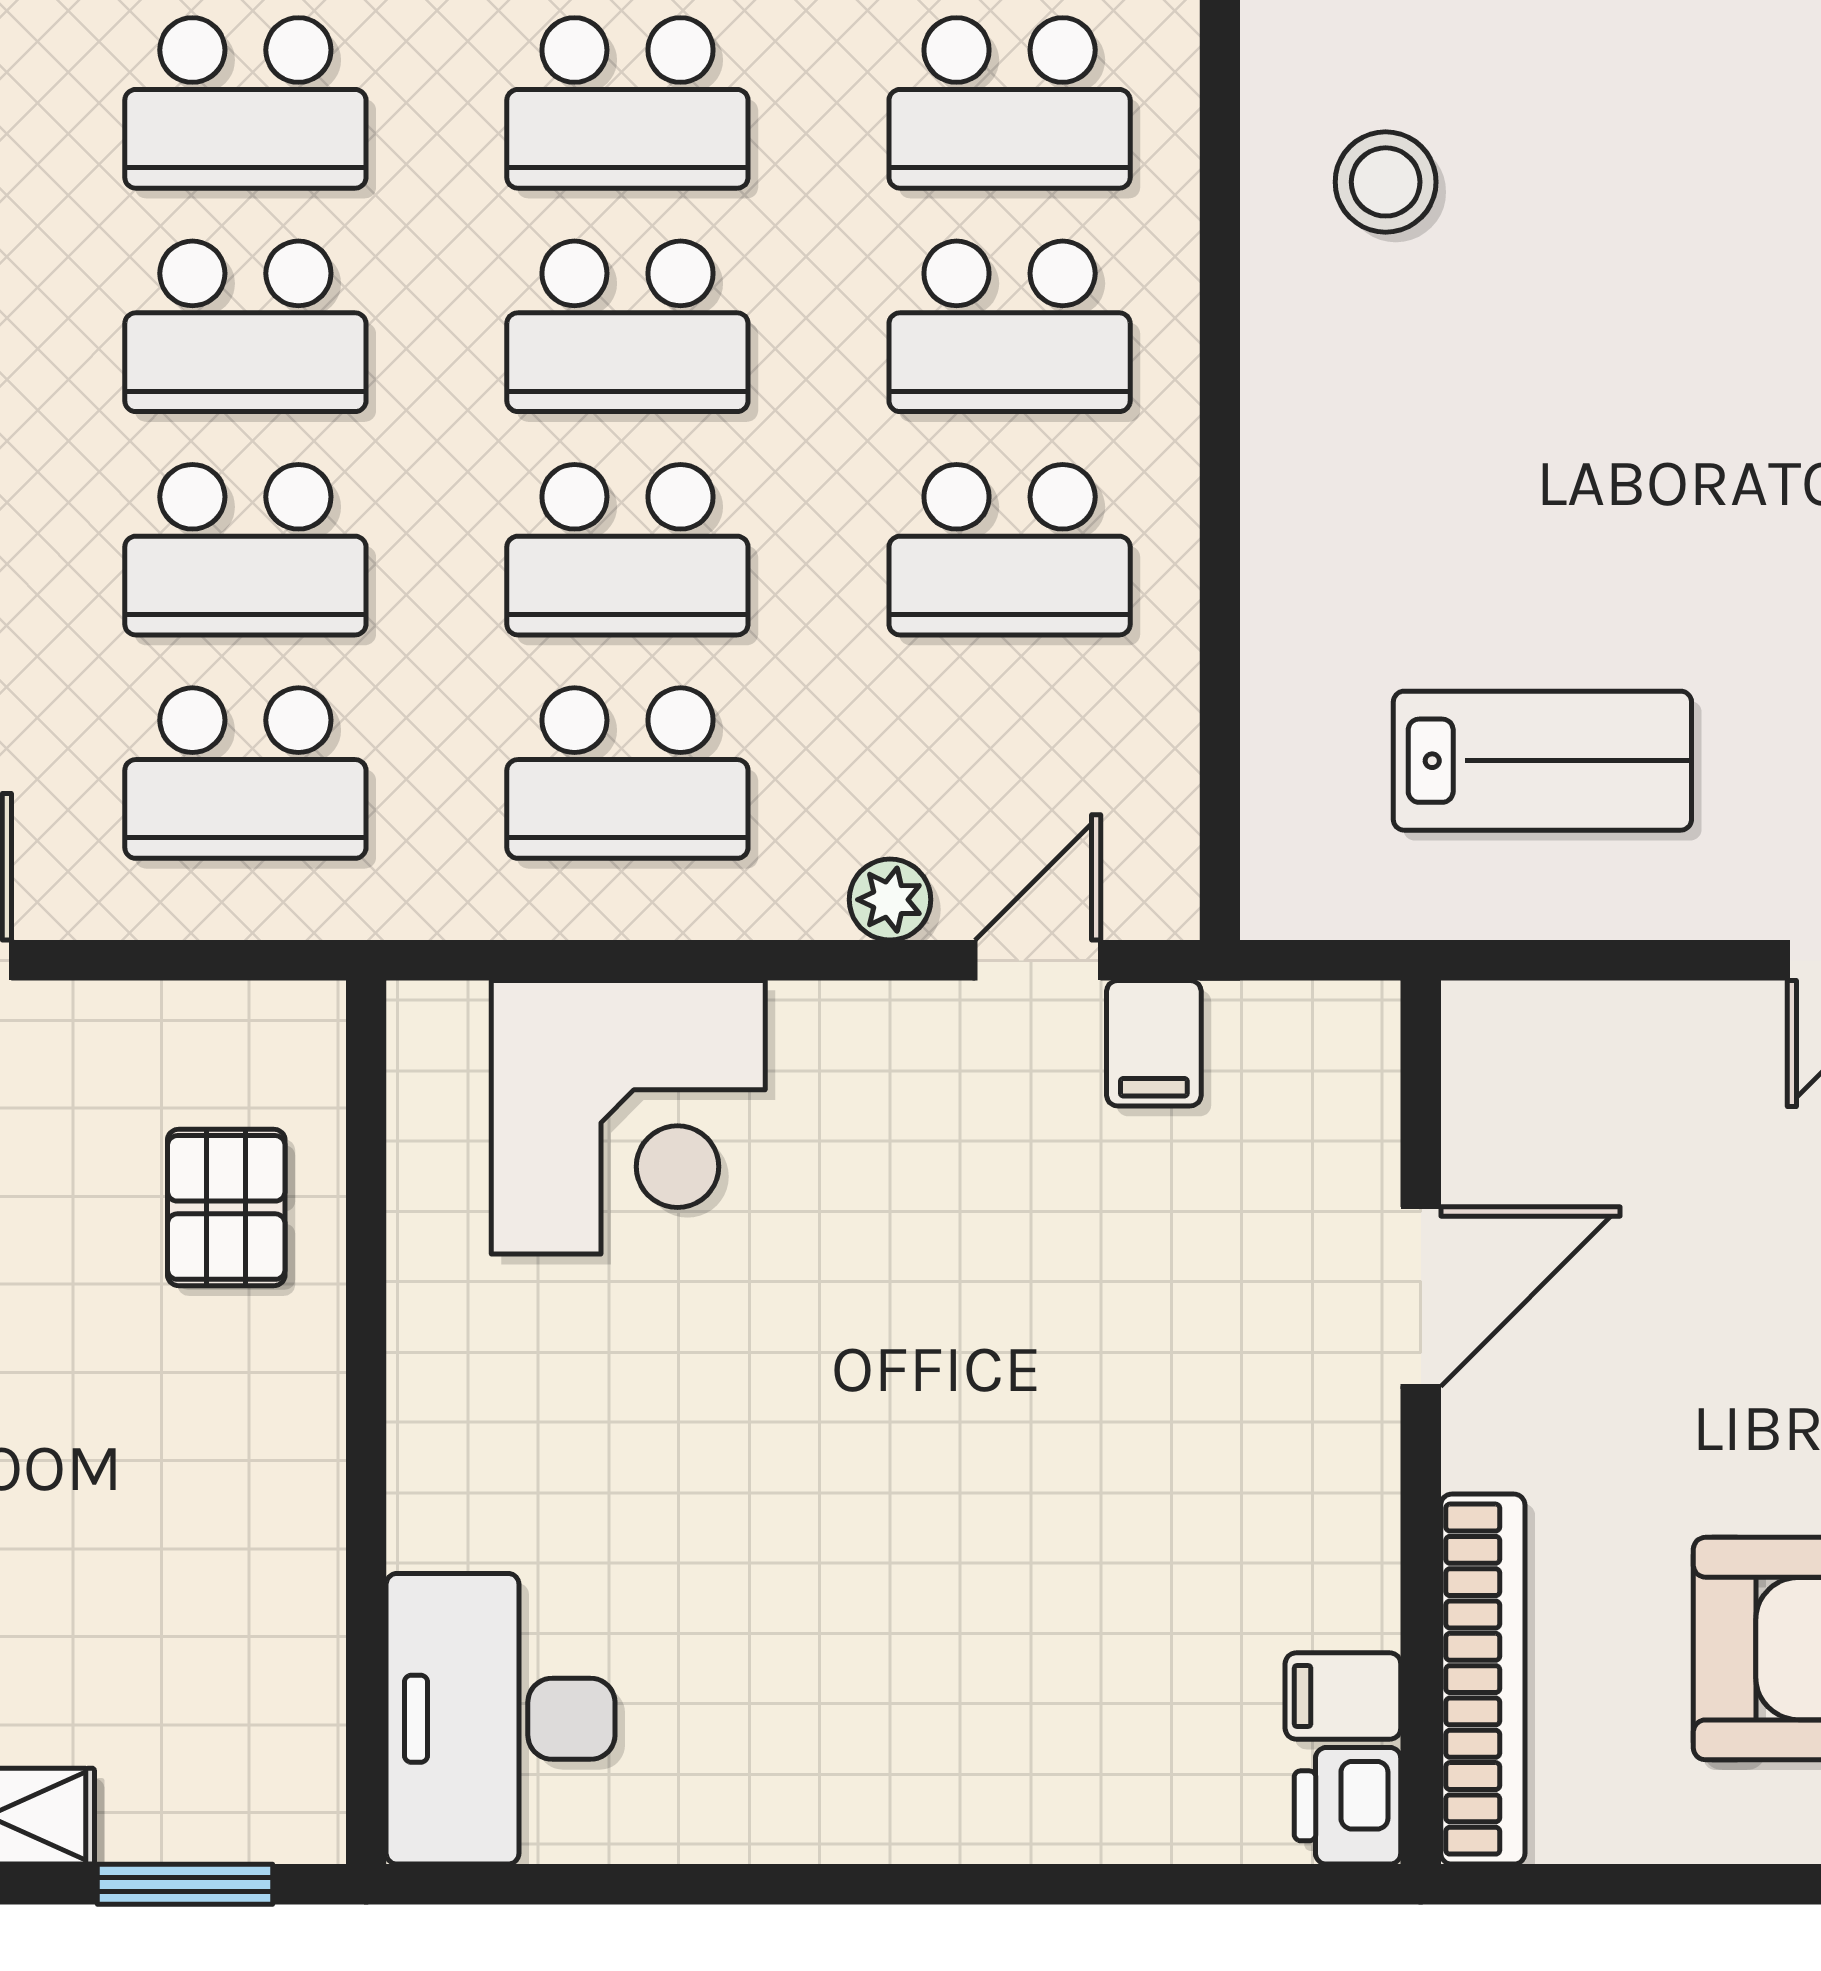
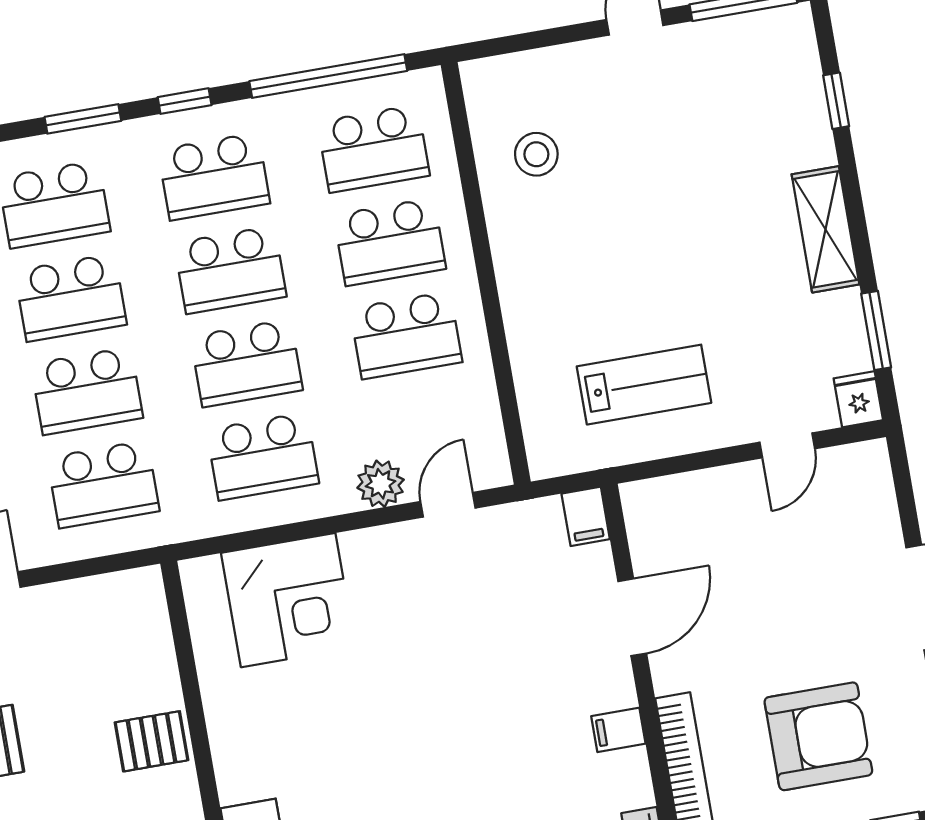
plant: (890, 900) -> (381, 484), width x1.38, depth x1.38
filing cabinet: (1154, 1043) -> (586, 516), moved
pallet: (226, 1207) -> (151, 741), moved, turned 90
filing cabinet: (1343, 1696) -> (618, 730), moved

